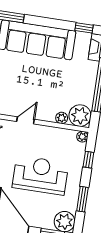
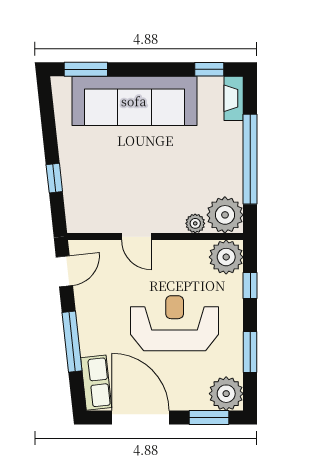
door: (26, 120) -> (136, 237), swing flipped
plant: (82, 137) -> (226, 257), width x1.88, depth x1.88

